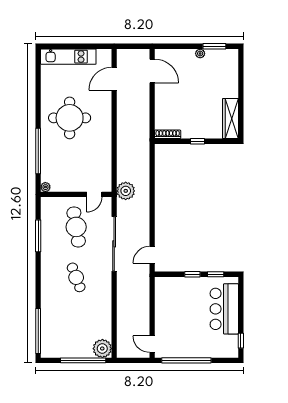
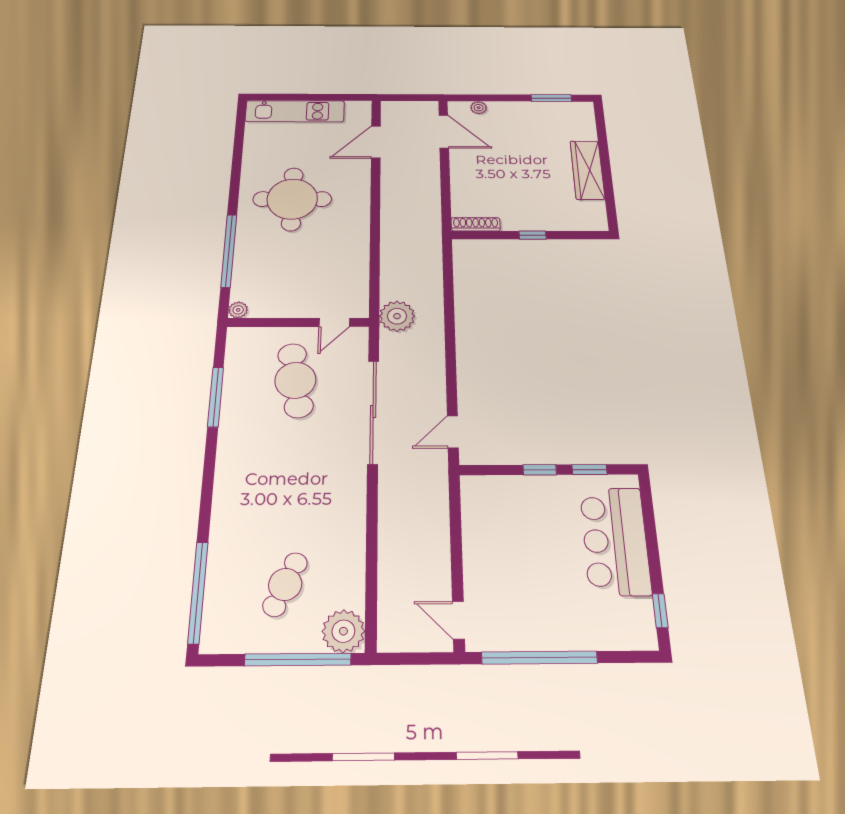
plant: (200, 54) -> (479, 108), moved
wardrobe: (230, 119) -> (587, 170), moved
cafe table: (76, 277) -> (285, 584), moved, turned 45

